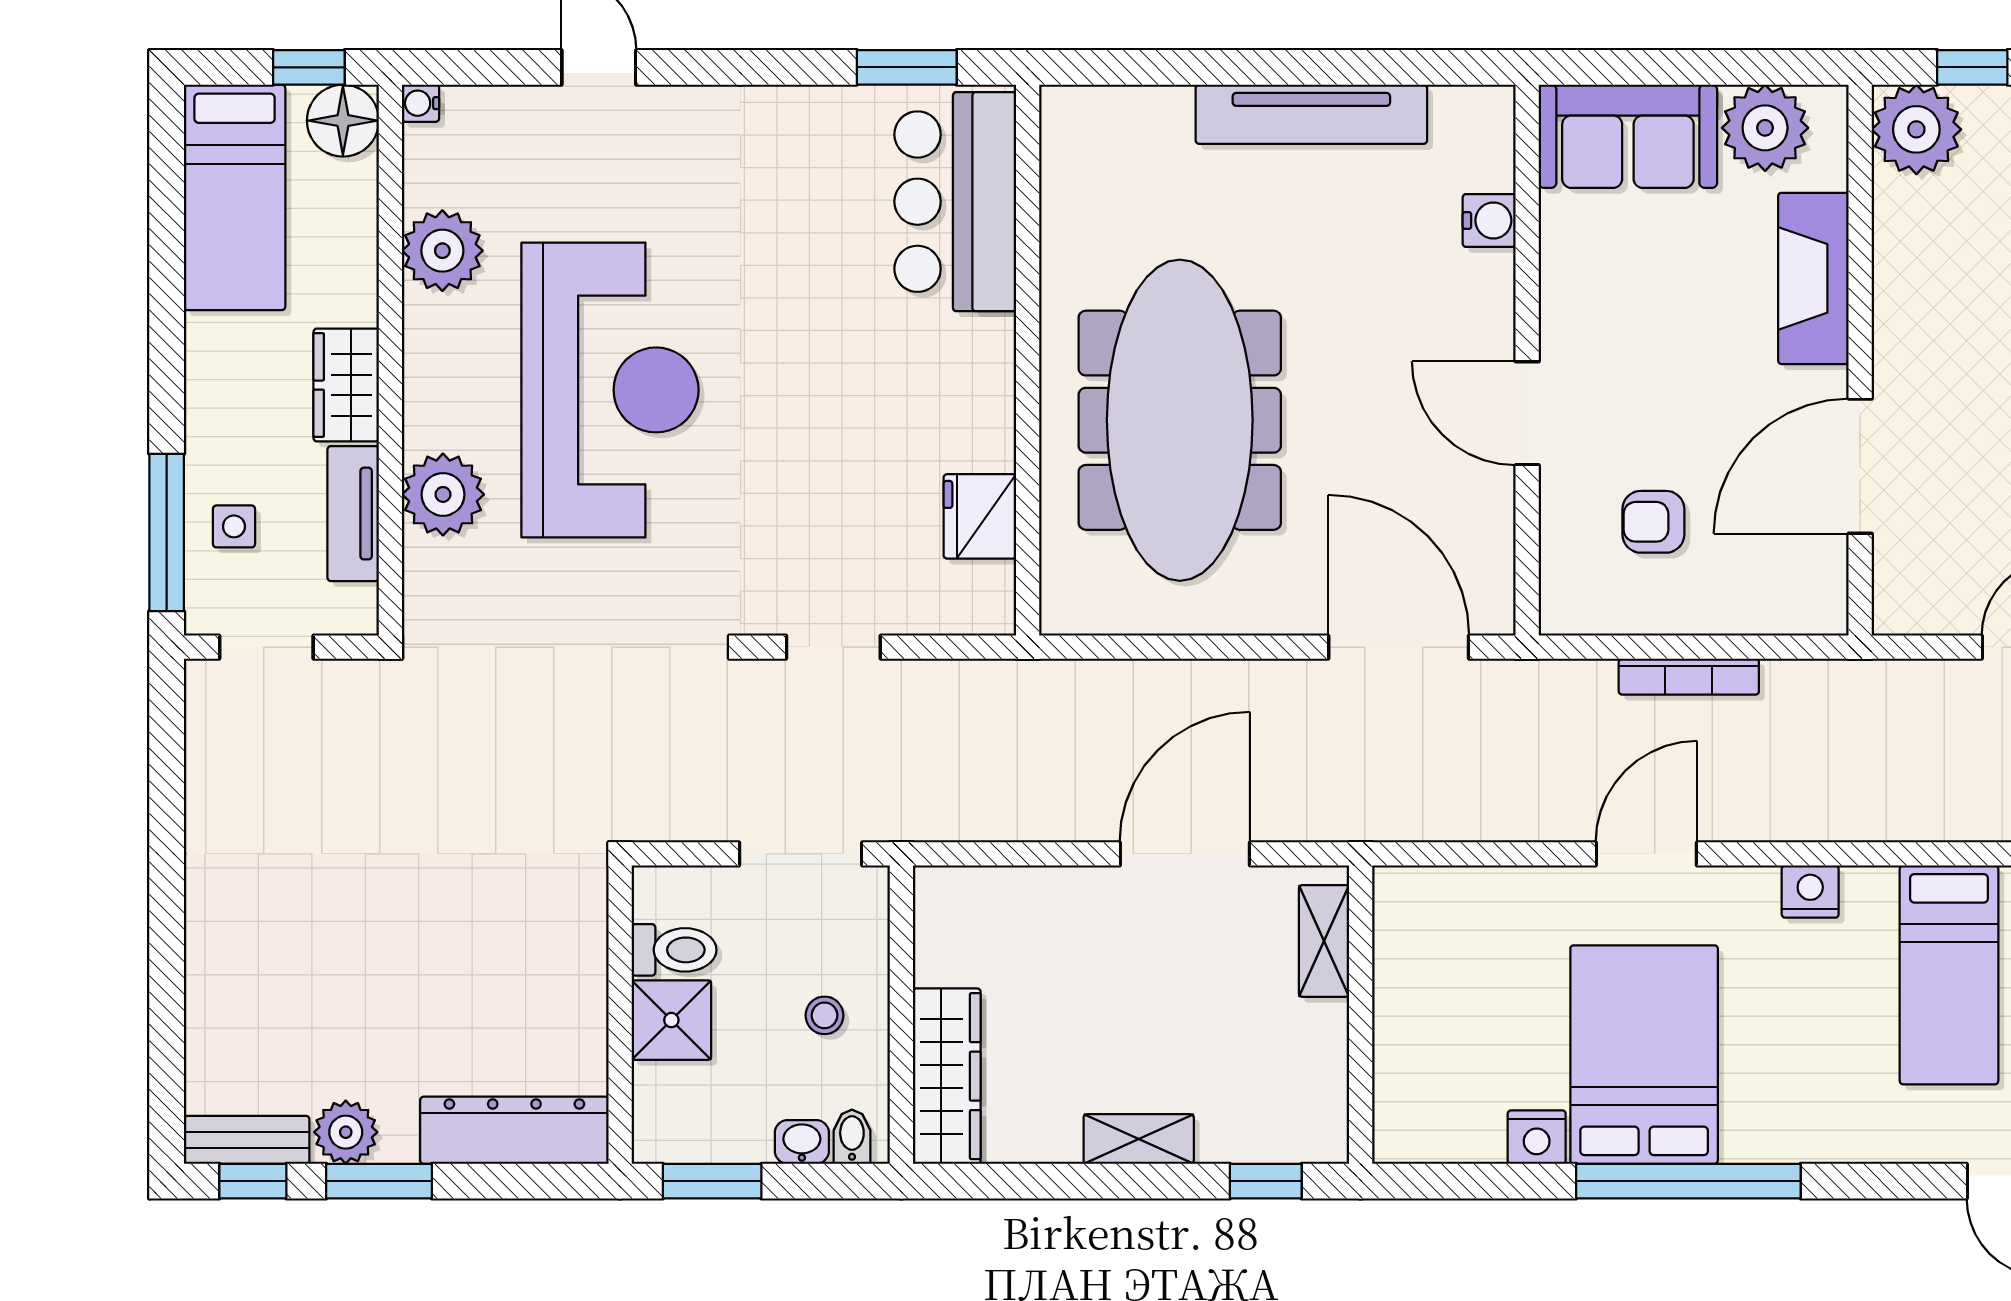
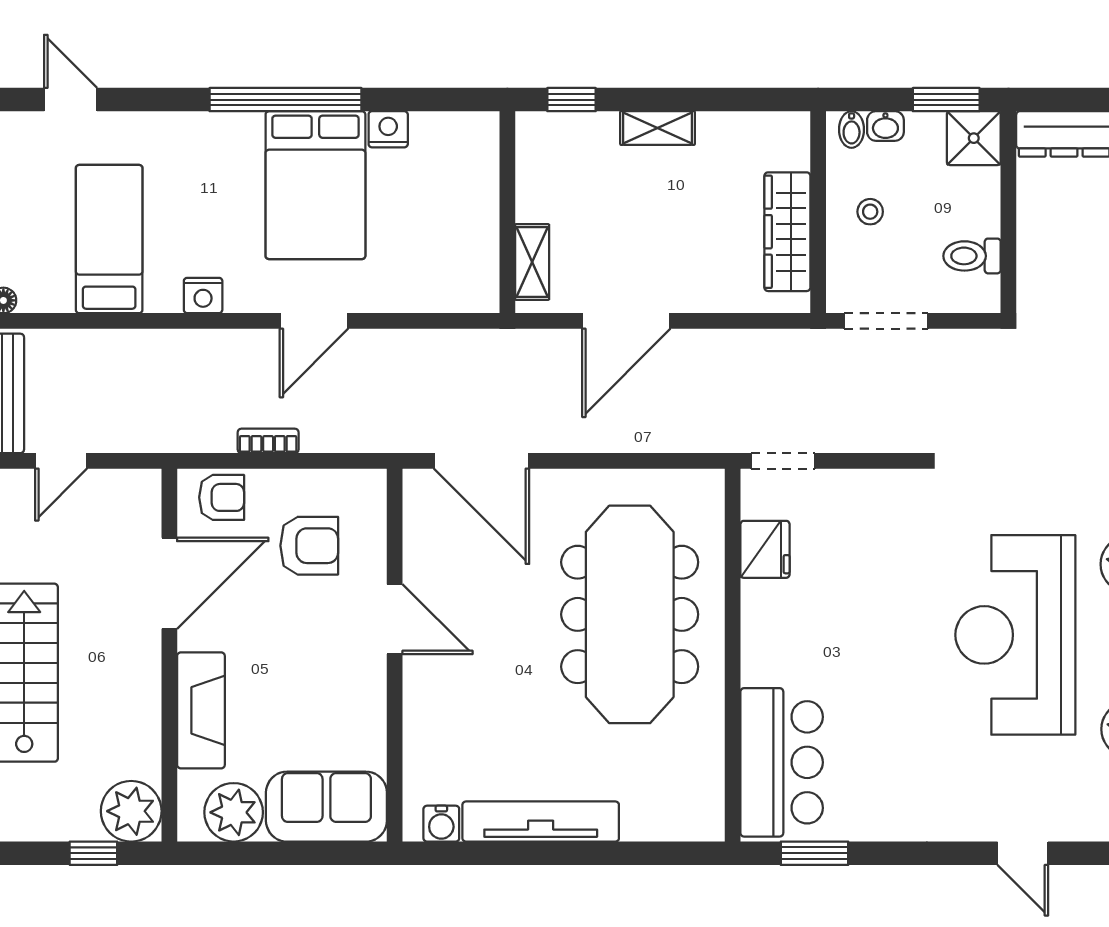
water cooler: (1489, 221) -> (441, 824), moved, turned -90
armchair: (1653, 522) -> (309, 546), width x1.38, depth x1.38
armchair: (1783, 593) -> (222, 497), added
doorway: (833, 647) -> (783, 461), moved
bookcase: (1689, 677) -> (268, 441), width x0.64
shower: (671, 1020) -> (974, 138), moved
wardrobe: (947, 1076) -> (787, 232), moved

